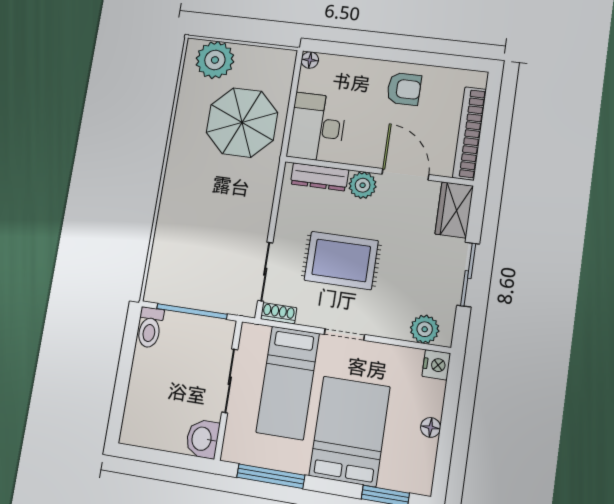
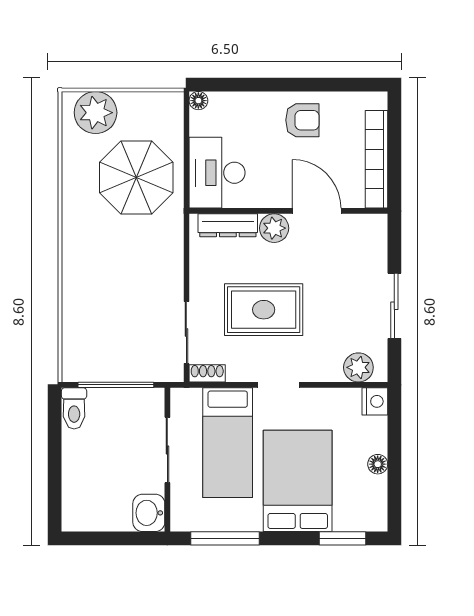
wardrobe: (454, 210) -> (371, 241), removed

